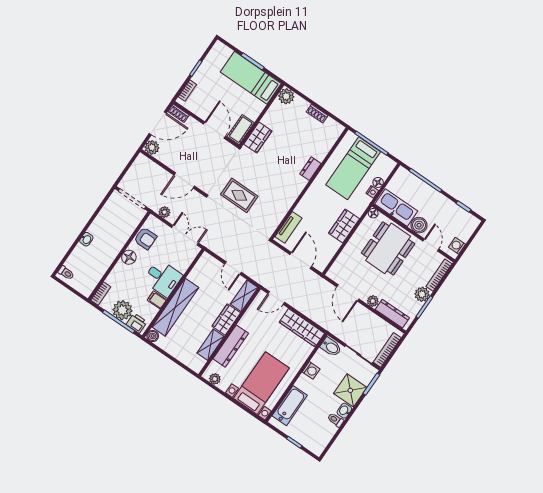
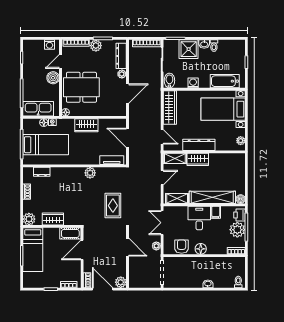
wardrobe: (258, 138) -> (53, 219), moved
dresser: (310, 169) -> (42, 172), moved
plant: (291, 195) -> (90, 173), added
kitchen sink: (396, 208) -> (38, 109), moved, turned 90
door: (301, 261) -> (127, 138), hinge flipped
shelving: (211, 345) -> (177, 198), moved
dresser: (231, 346) -> (199, 145), moved

